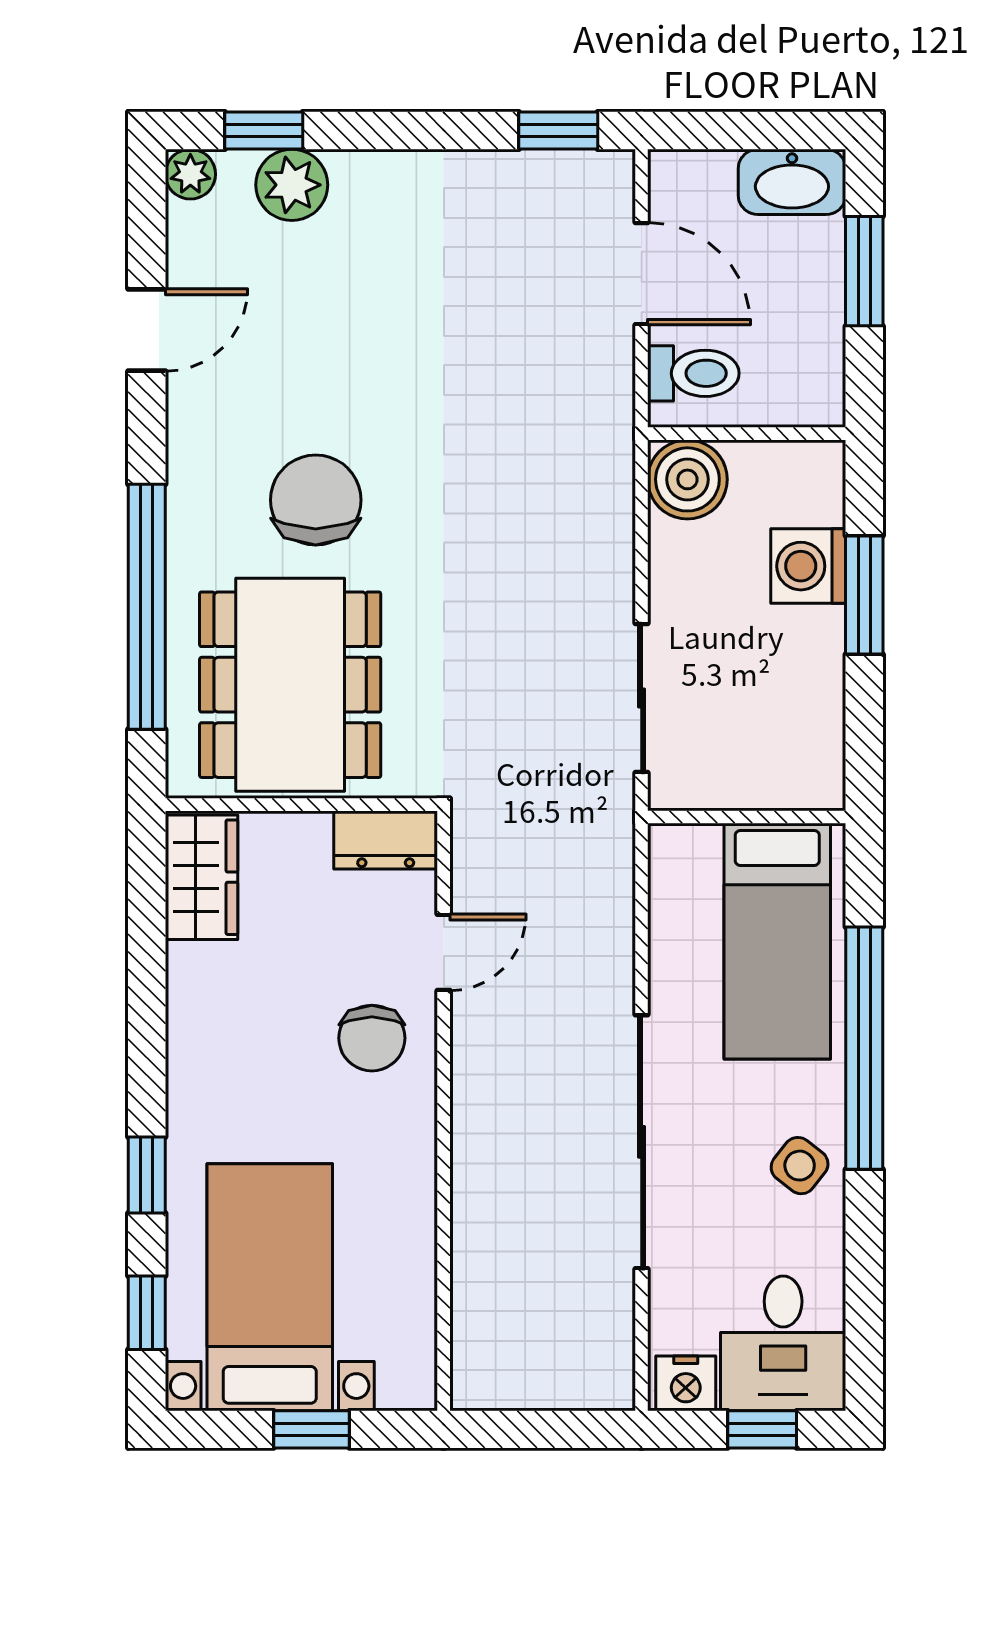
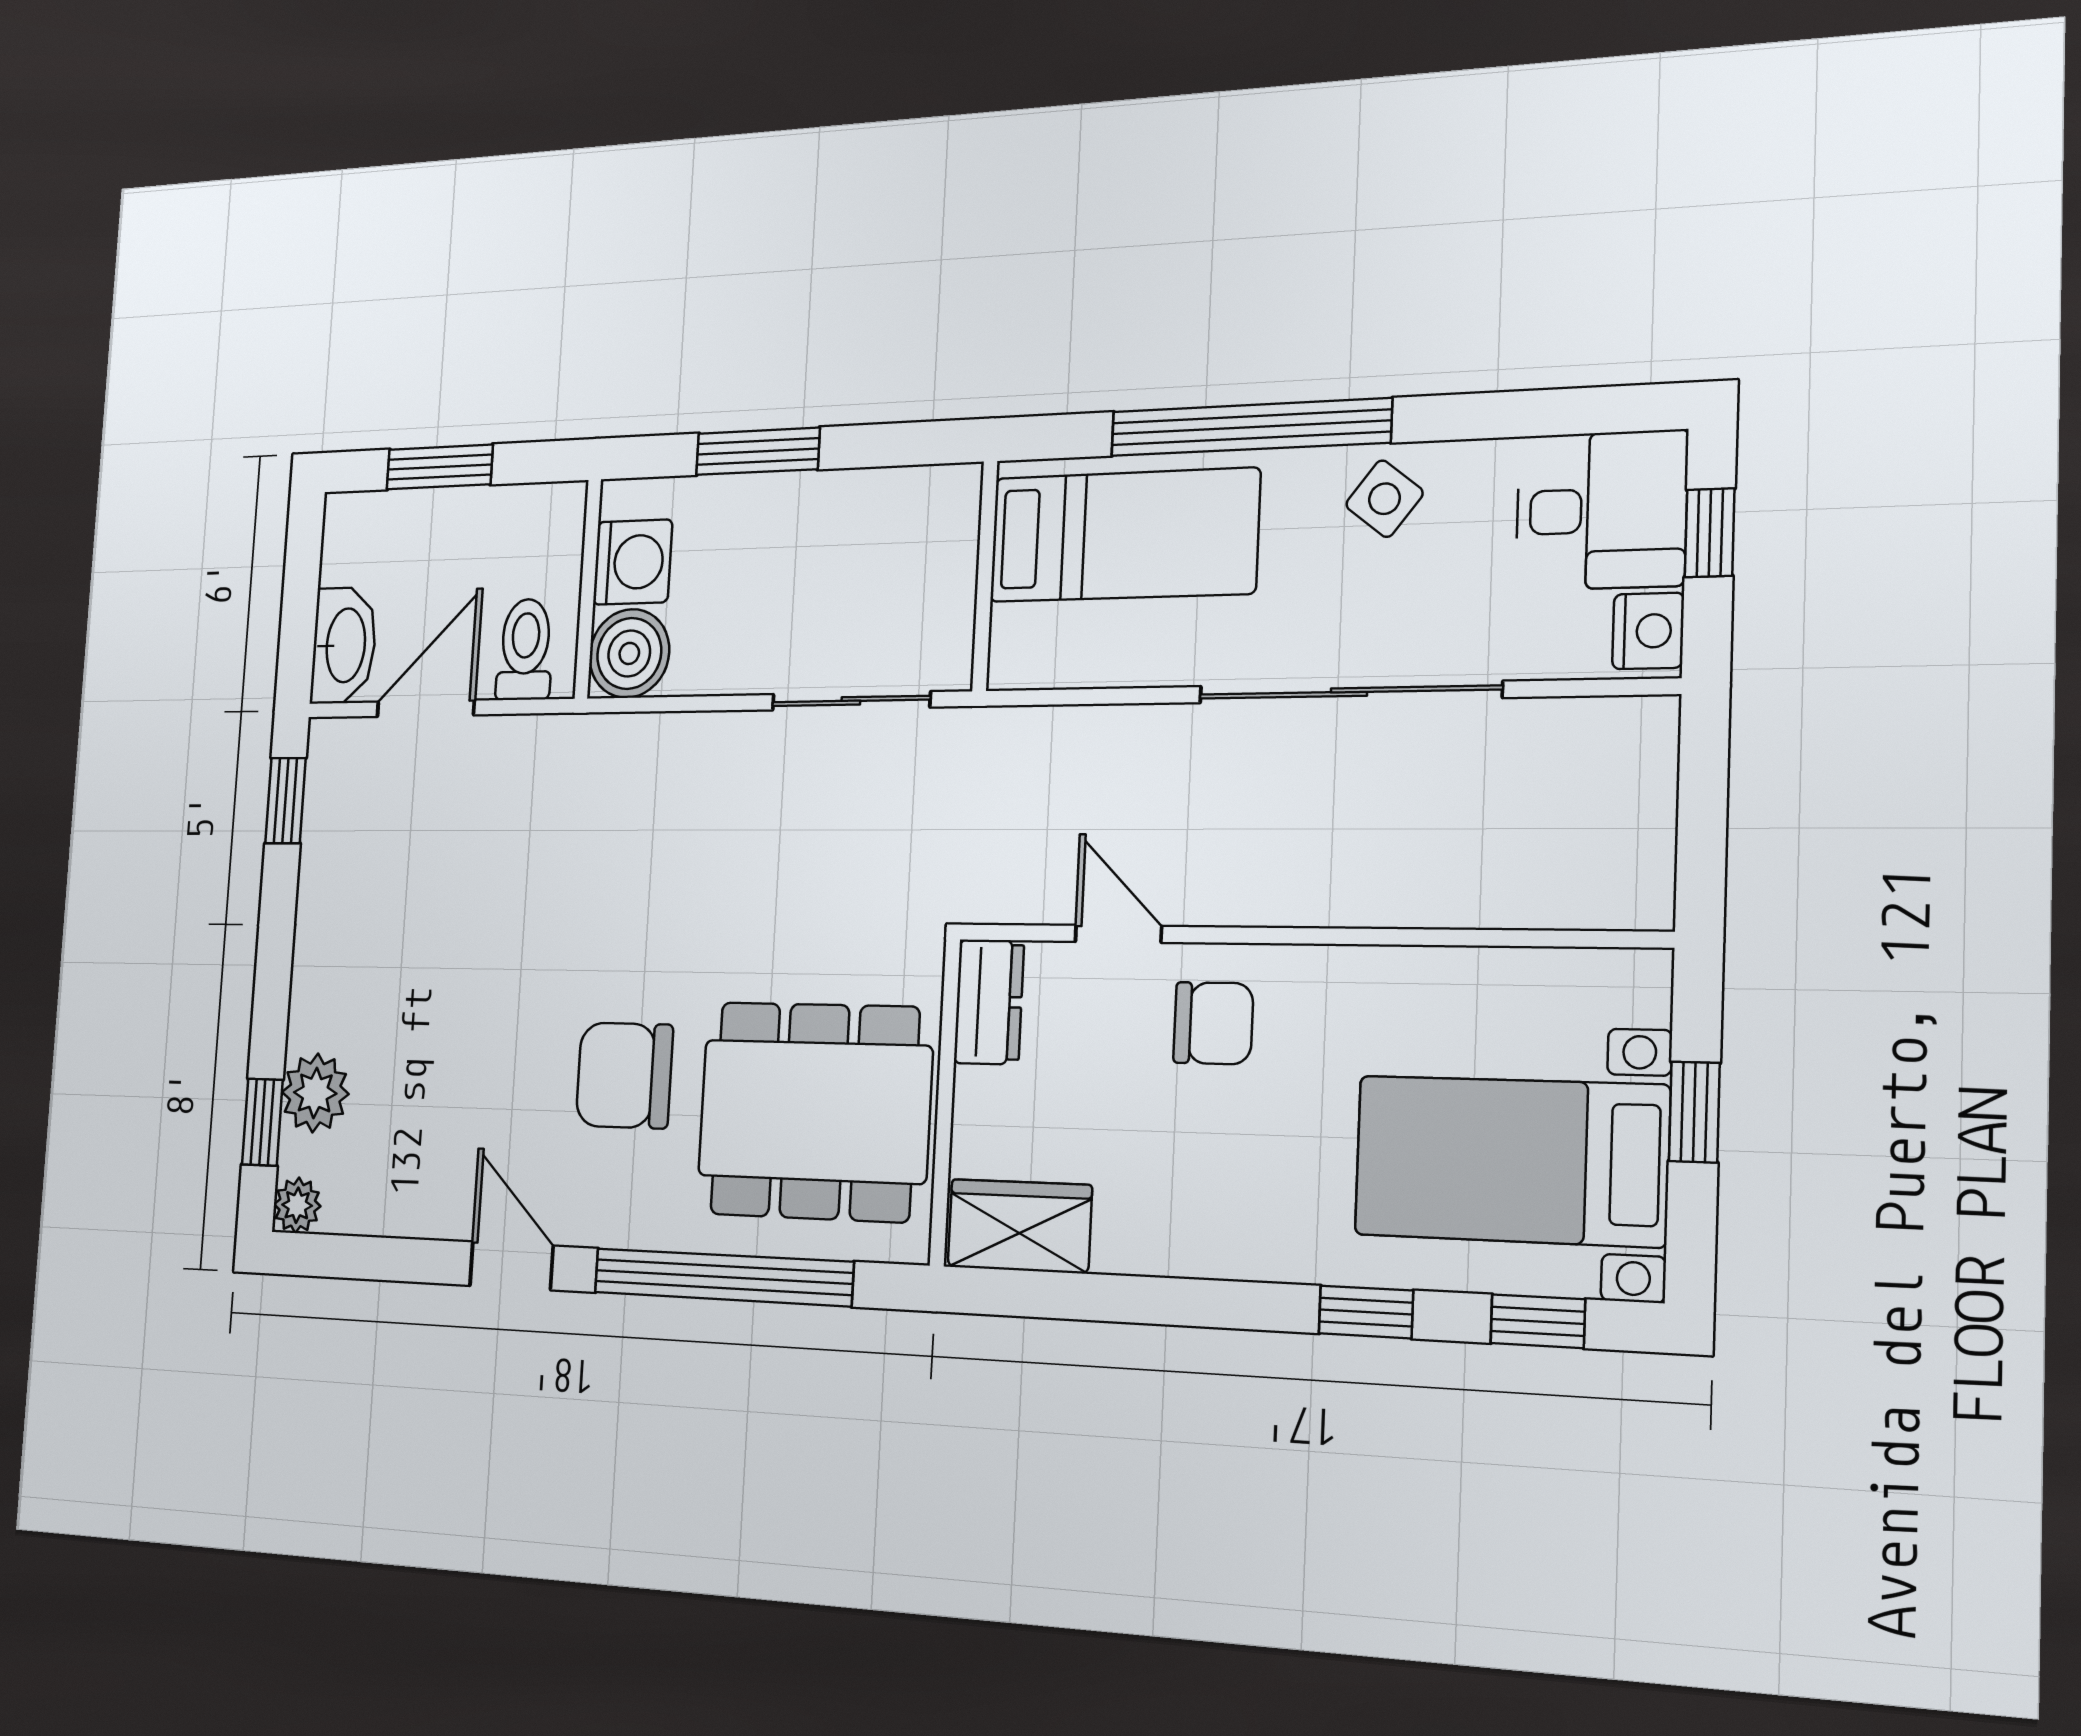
washbasin: (792, 182) -> (344, 645), moved
door: (147, 330) -> (511, 1266), moved
washing machine: (808, 566) -> (633, 562), moved, turned -90

